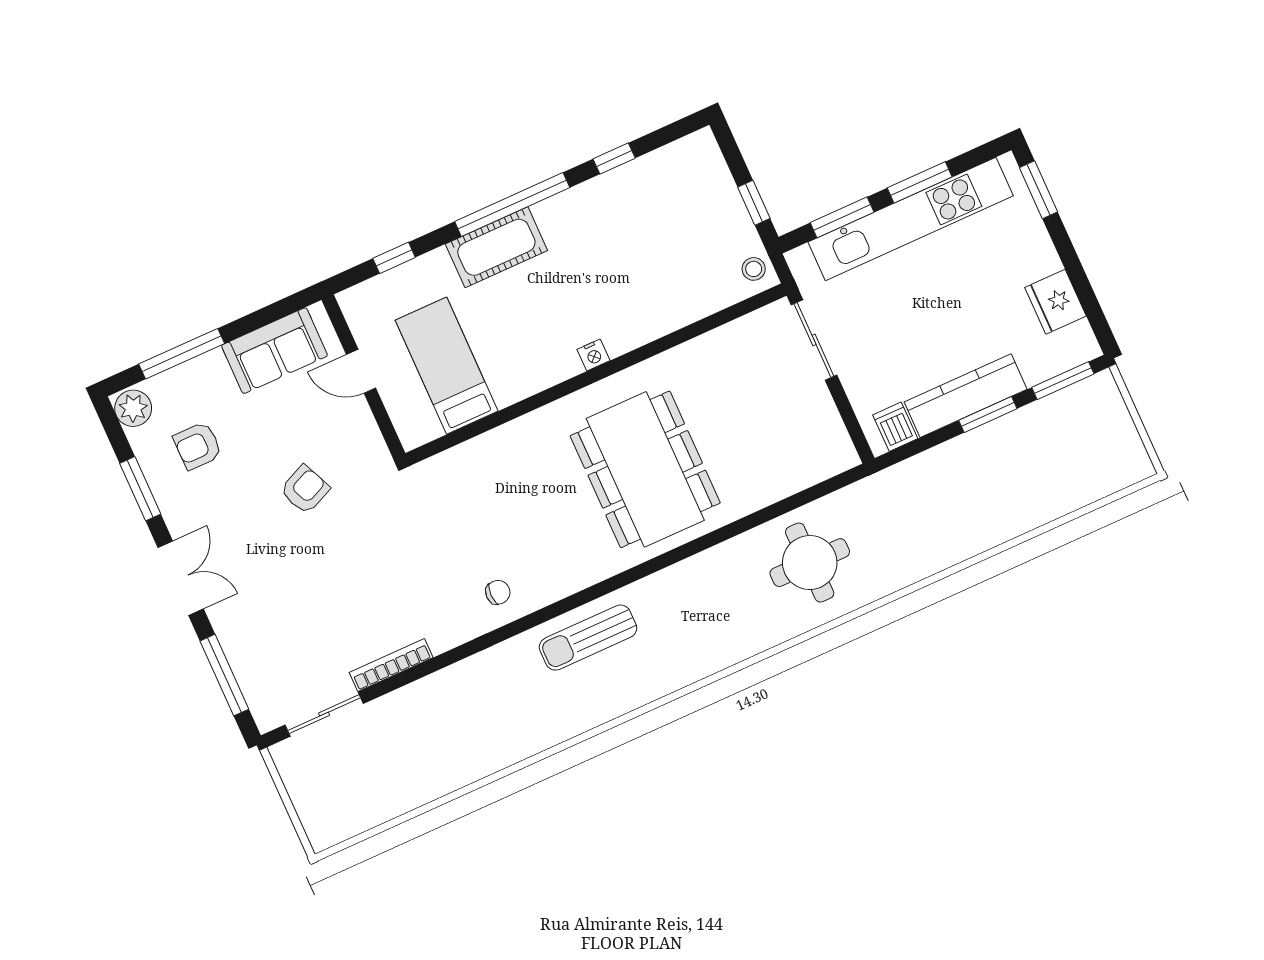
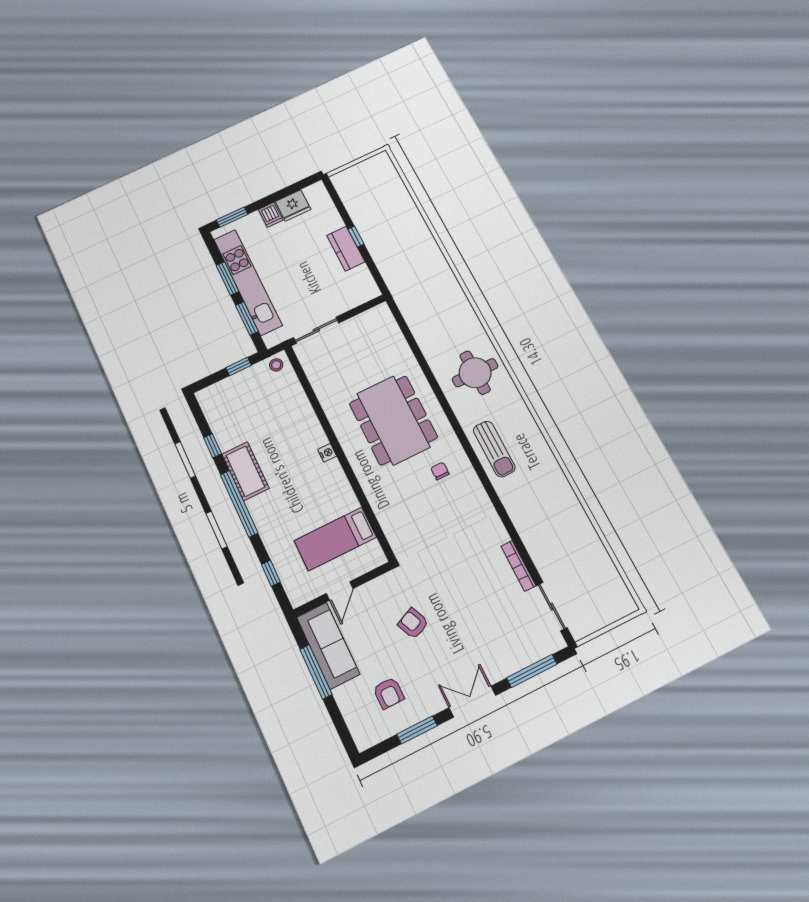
cot: (496, 247) -> (245, 471), moved
sofa: (275, 351) -> (328, 646), width x1.36
window: (182, 354) -> (316, 672), moved
window: (1063, 381) -> (336, 199), removed
kitchen counter: (966, 396) -> (346, 249), width x0.67
plant: (133, 408) -> (366, 736), removed
window: (988, 414) -> (356, 237), width x0.67
dishwasher: (895, 427) -> (271, 215), moved, turned -90
dining table: (645, 469) -> (393, 420), turned 90
round table: (810, 563) -> (475, 373), moved
chair: (498, 592) -> (440, 471), moved

